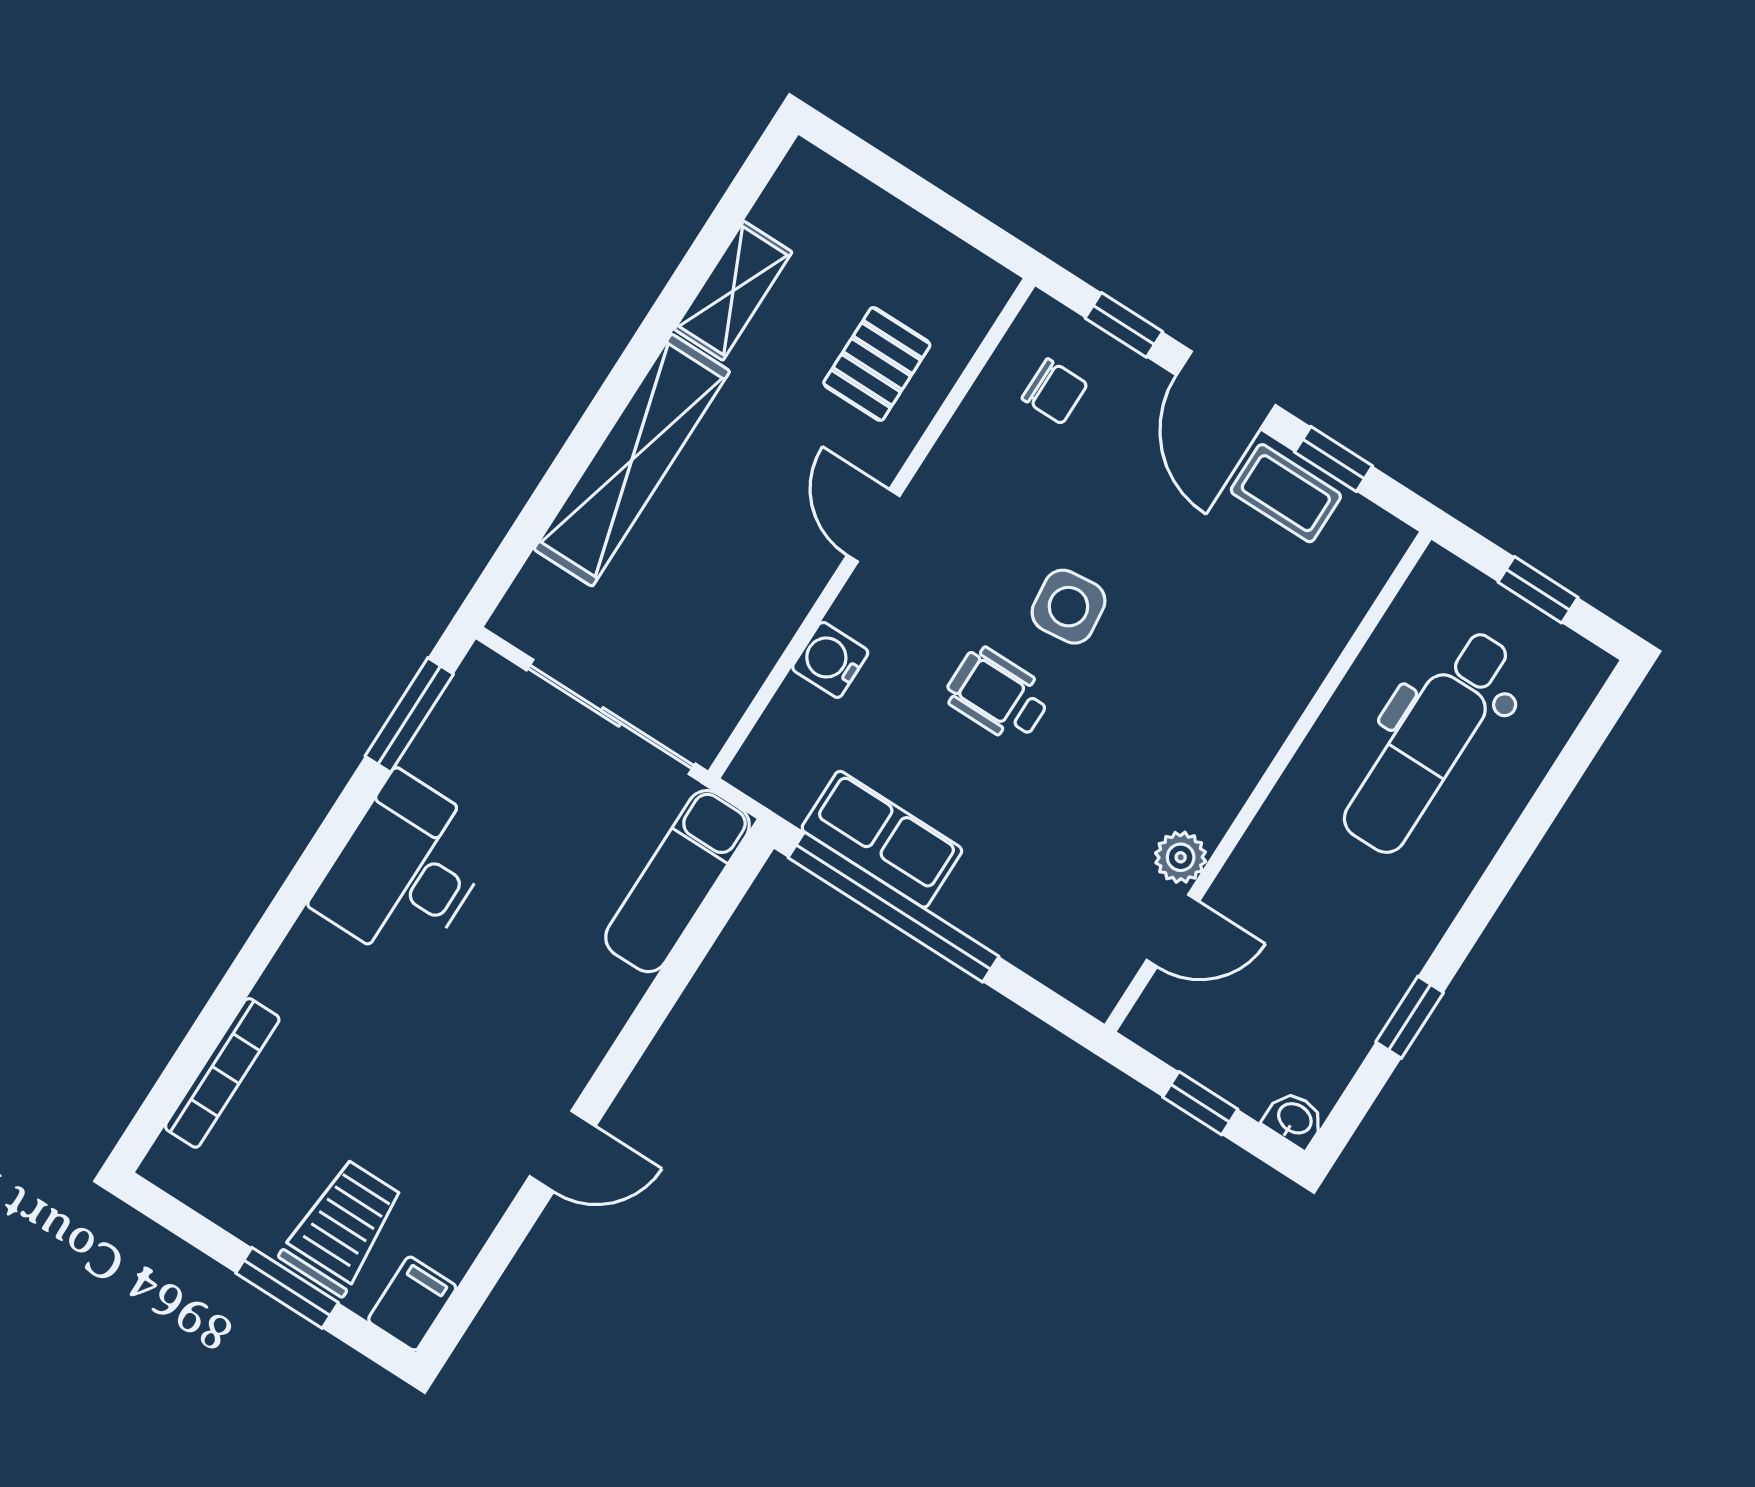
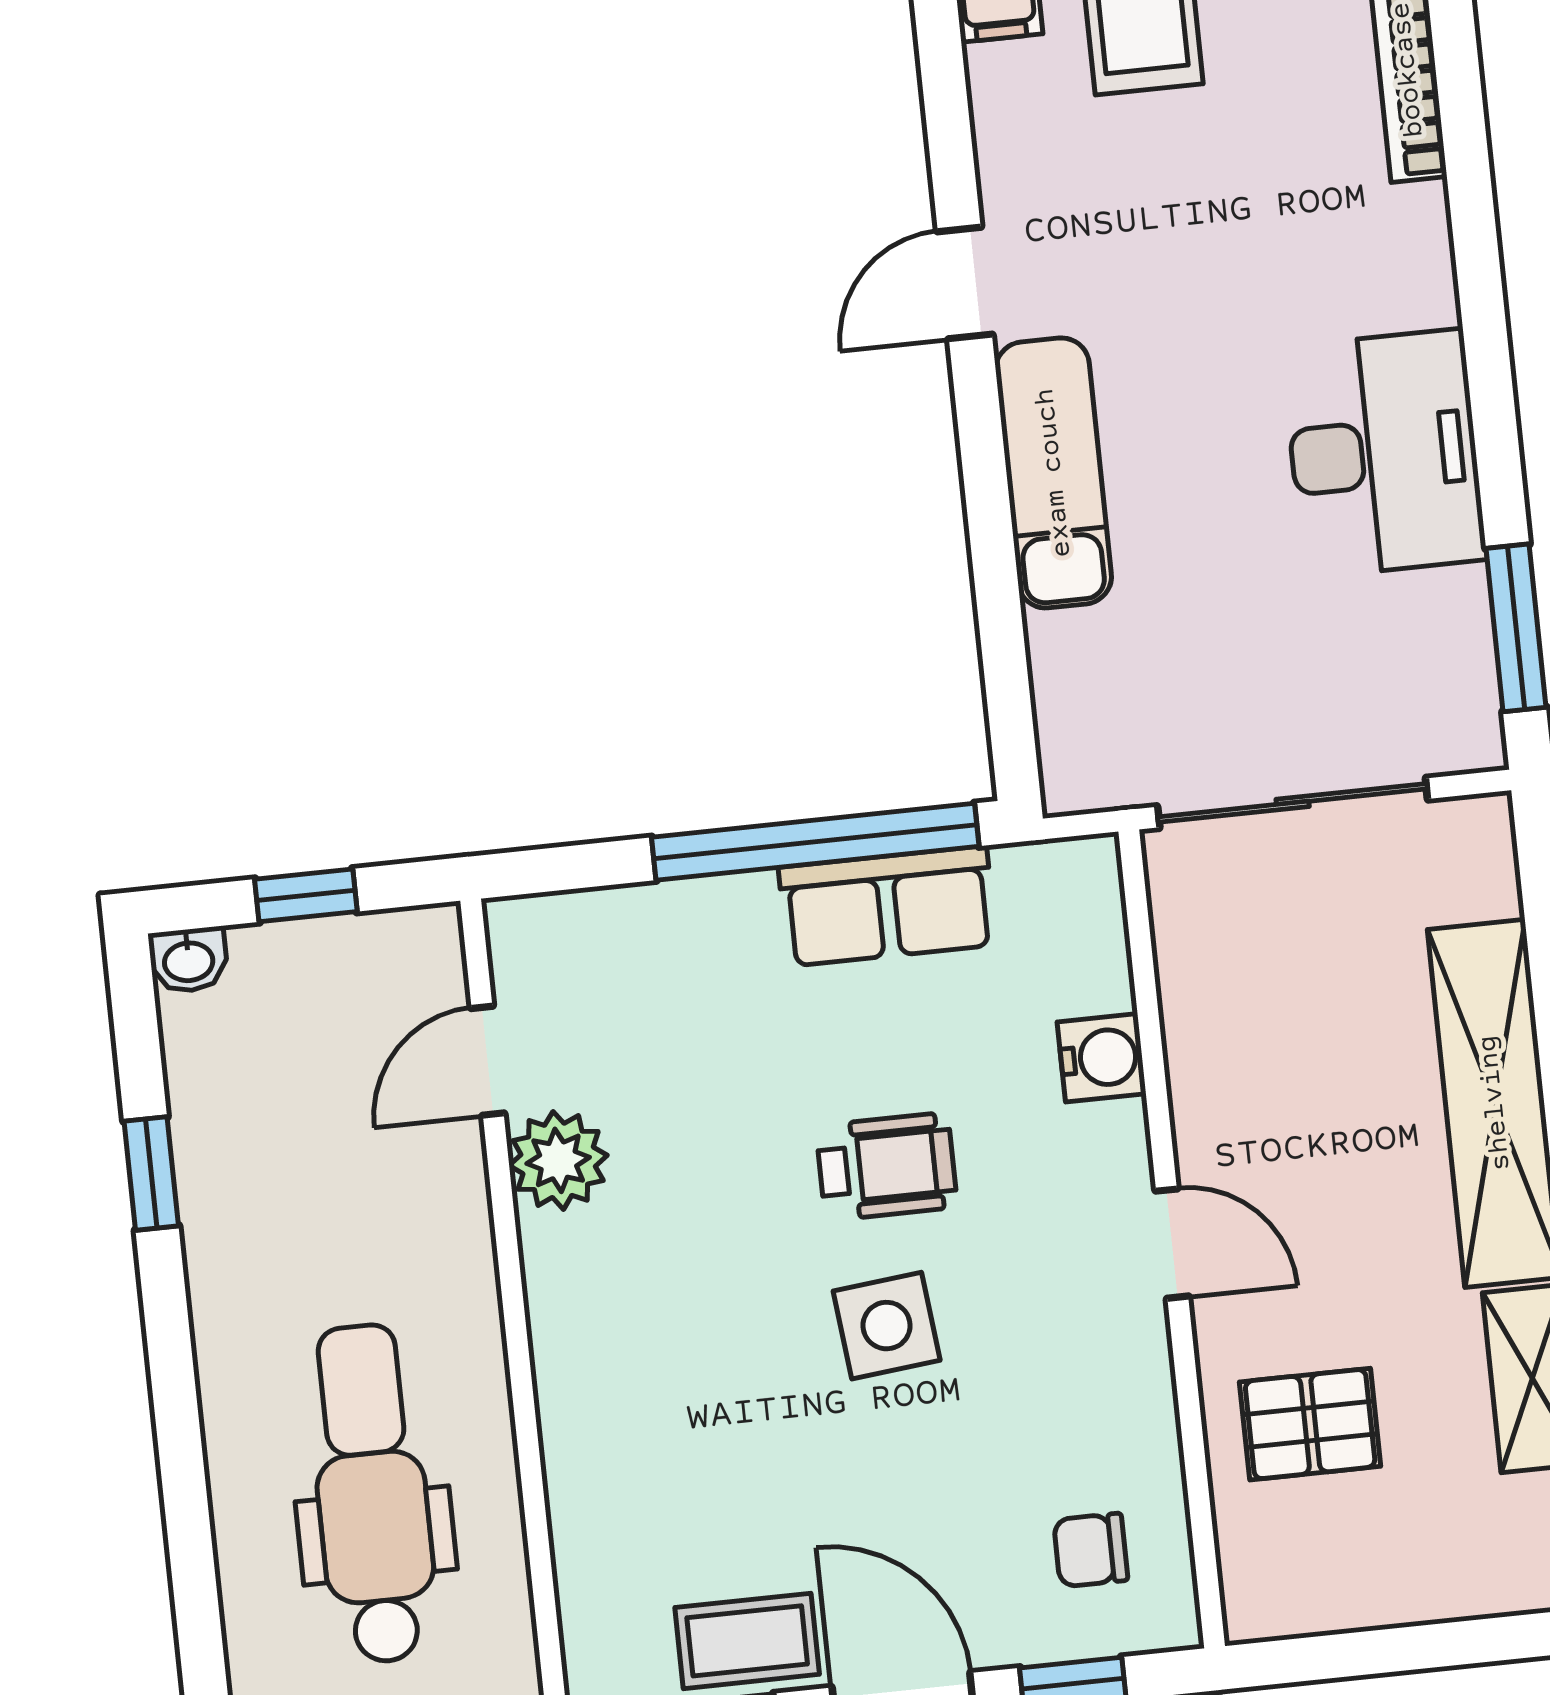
pallet: (877, 364) -> (1310, 1424), turned 90
plant: (1181, 857) -> (558, 1160), width x1.38, depth x1.38
exam couch: (677, 881) -> (1054, 473), moved

